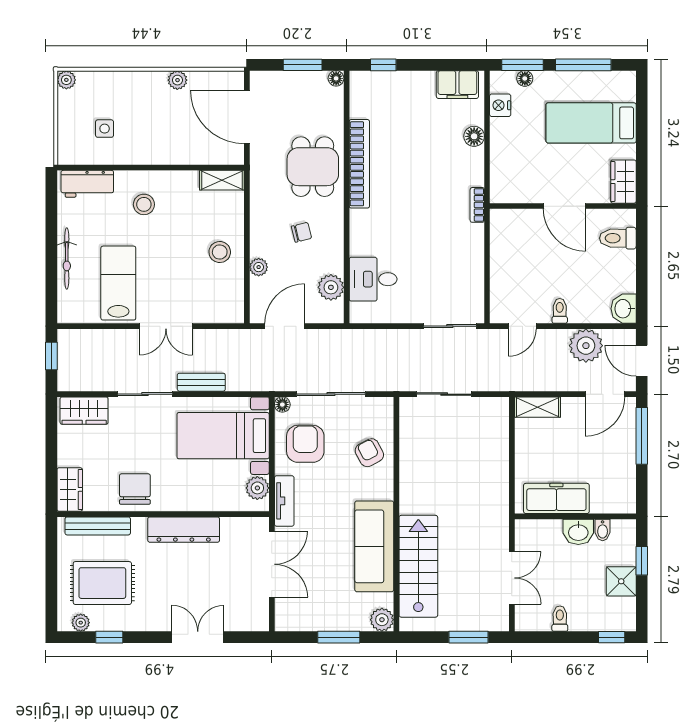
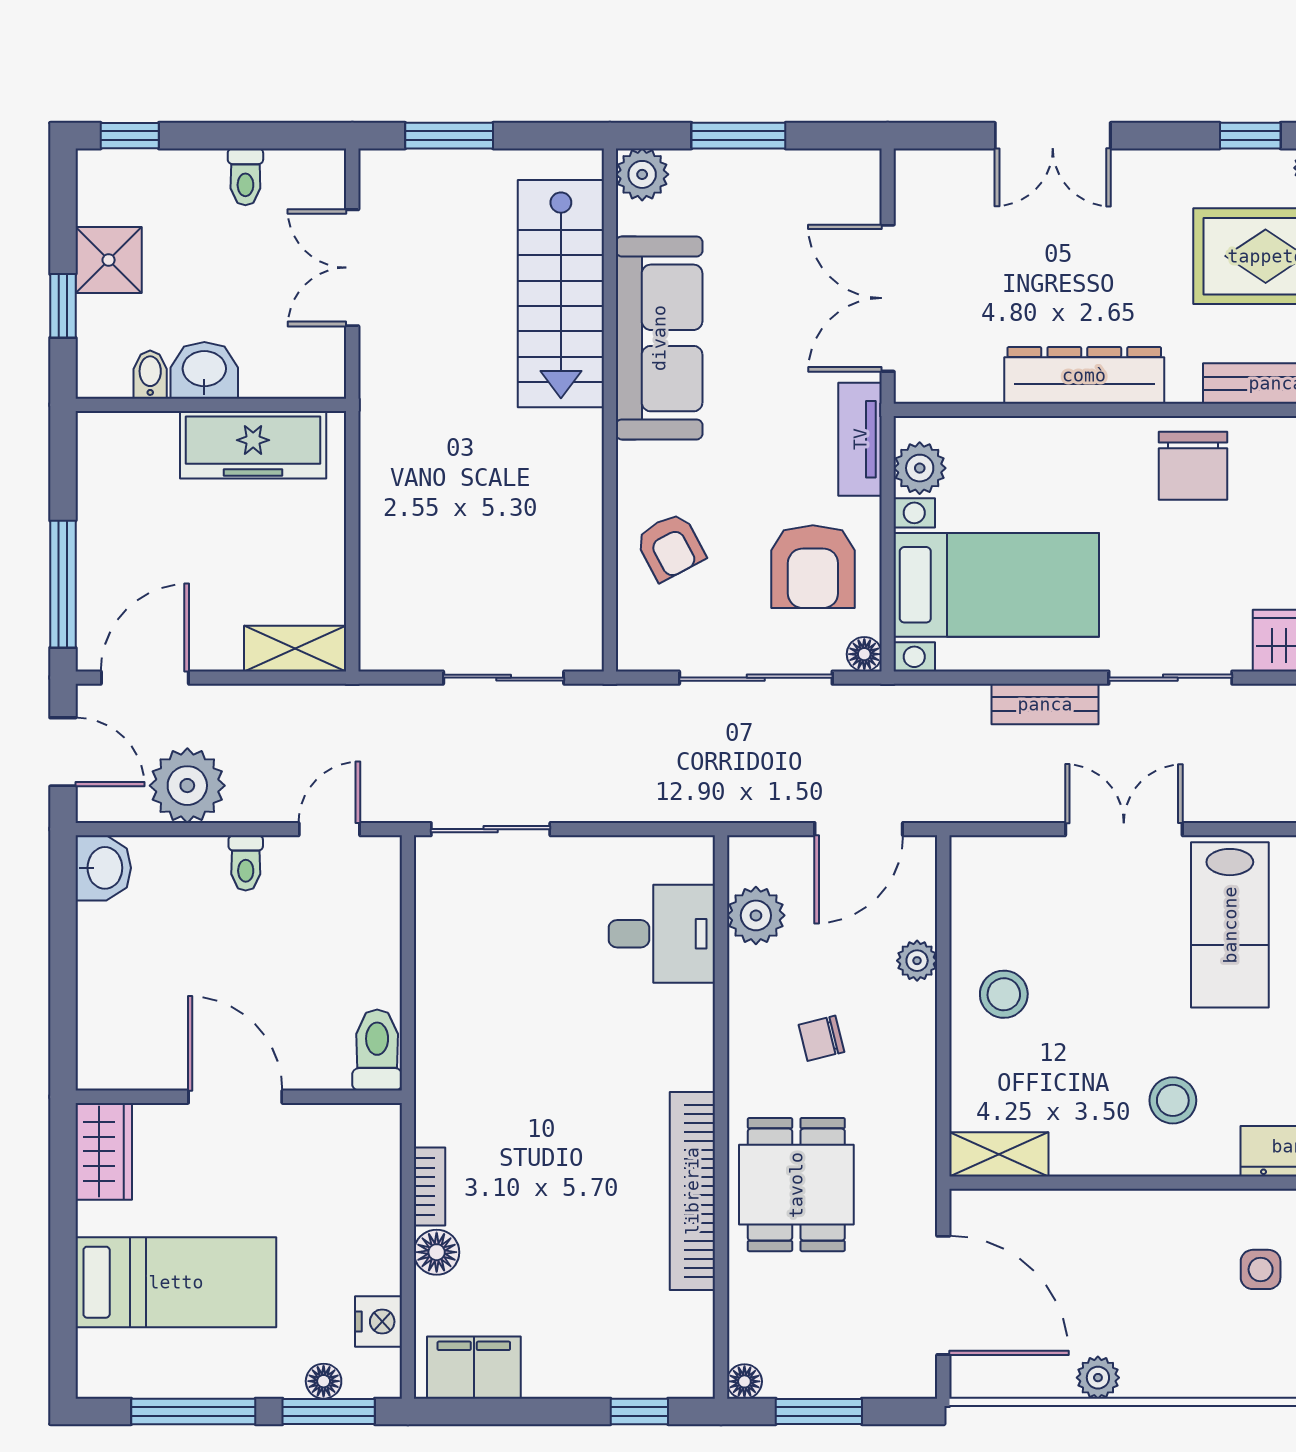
bookcase: (477, 205) -> (430, 1186), moved
toilet: (618, 238) -> (377, 1050), moved, turned -90

